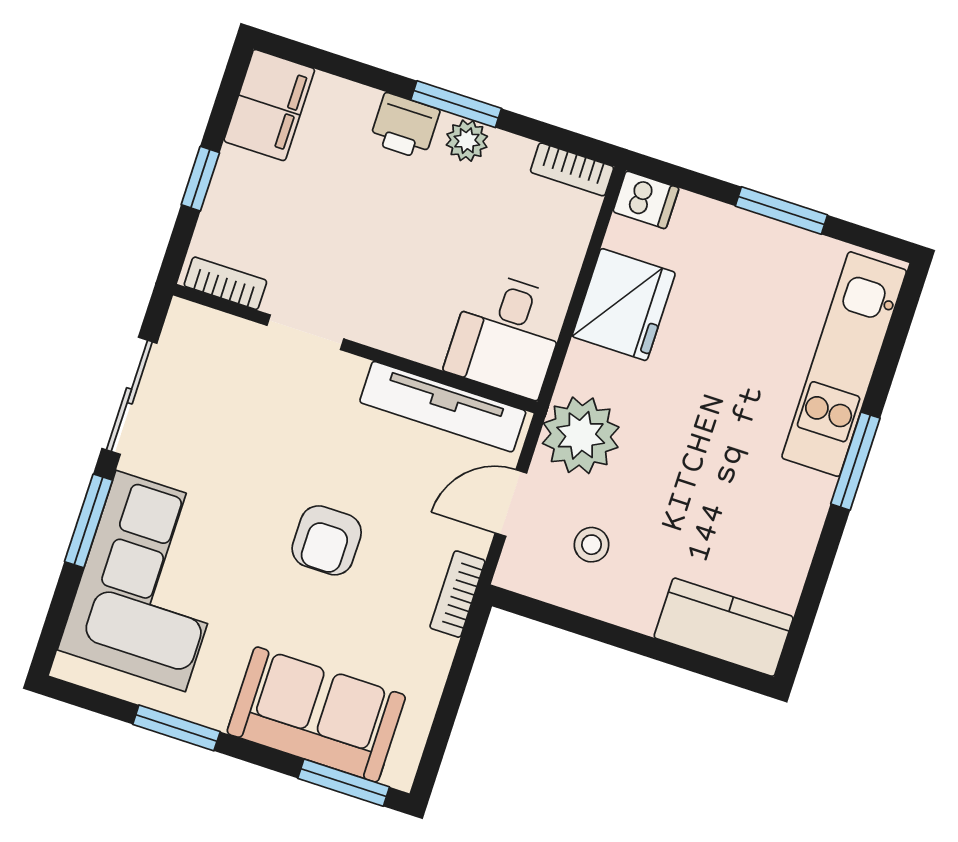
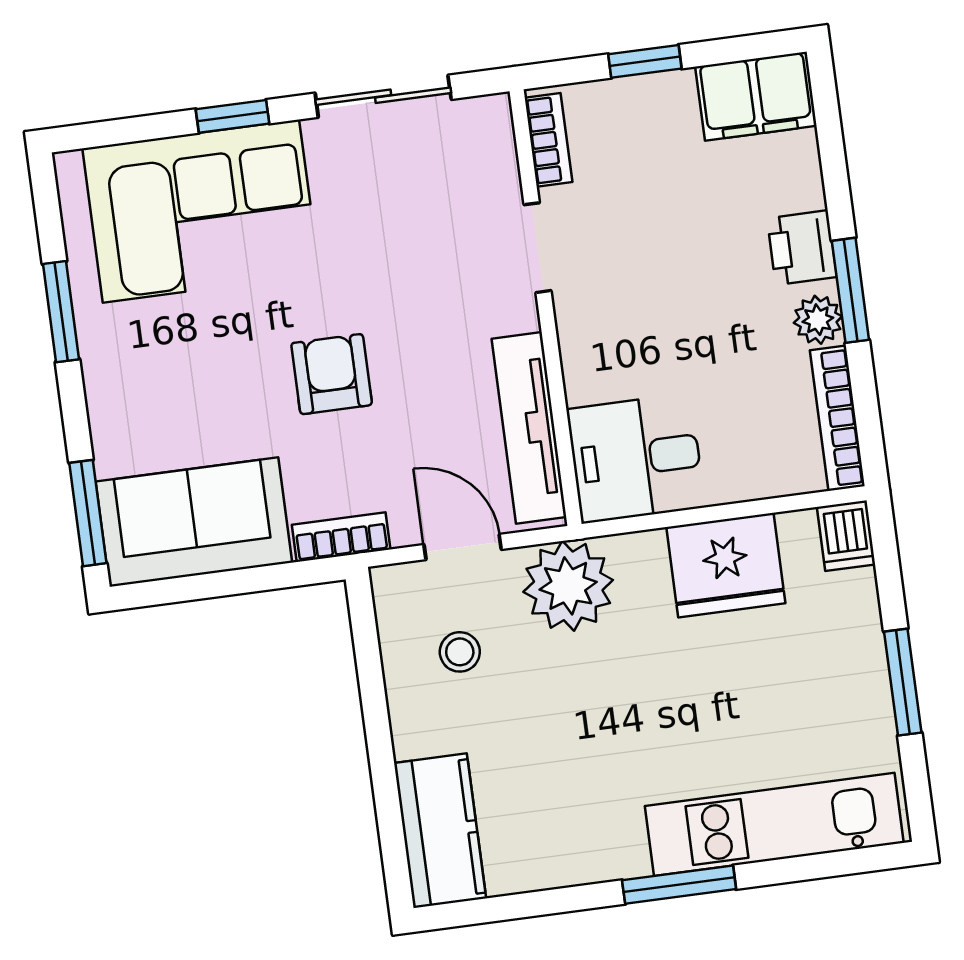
bookcase: (572, 169) -> (837, 418), width x1.56
window: (88, 521) -> (233, 116), width x0.67
armchair: (327, 540) -> (332, 374), turned 90
sofa: (316, 714) -> (194, 522), moved, turned -90

